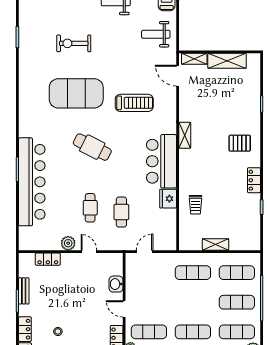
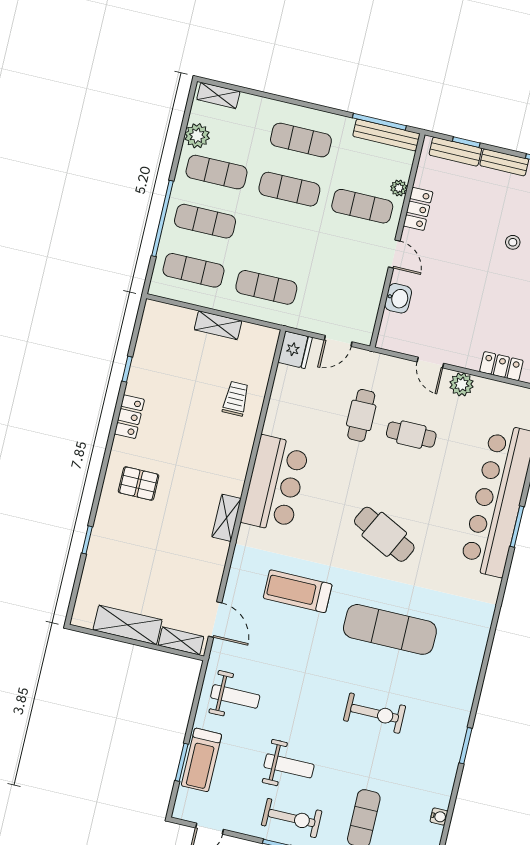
exercise mat: (76, 93) -> (390, 629), width x0.68
fridge: (168, 199) -> (295, 350), moved
cafe table: (90, 208) -> (411, 435), turned 90

